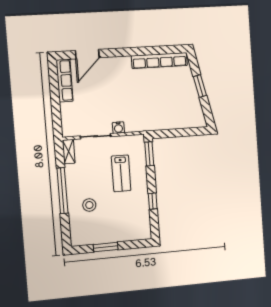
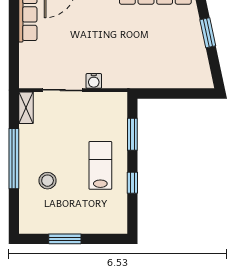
window: (149, 154) -> (132, 134), moved
lab bench: (121, 173) -> (100, 165), moved, turned 180

